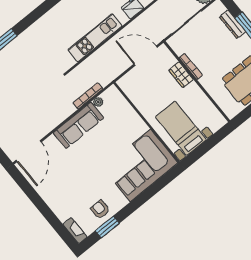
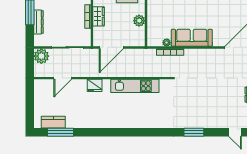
door: (146, 56) -> (111, 47), hinge flipped
plant: (140, 102) -> (139, 21), added

